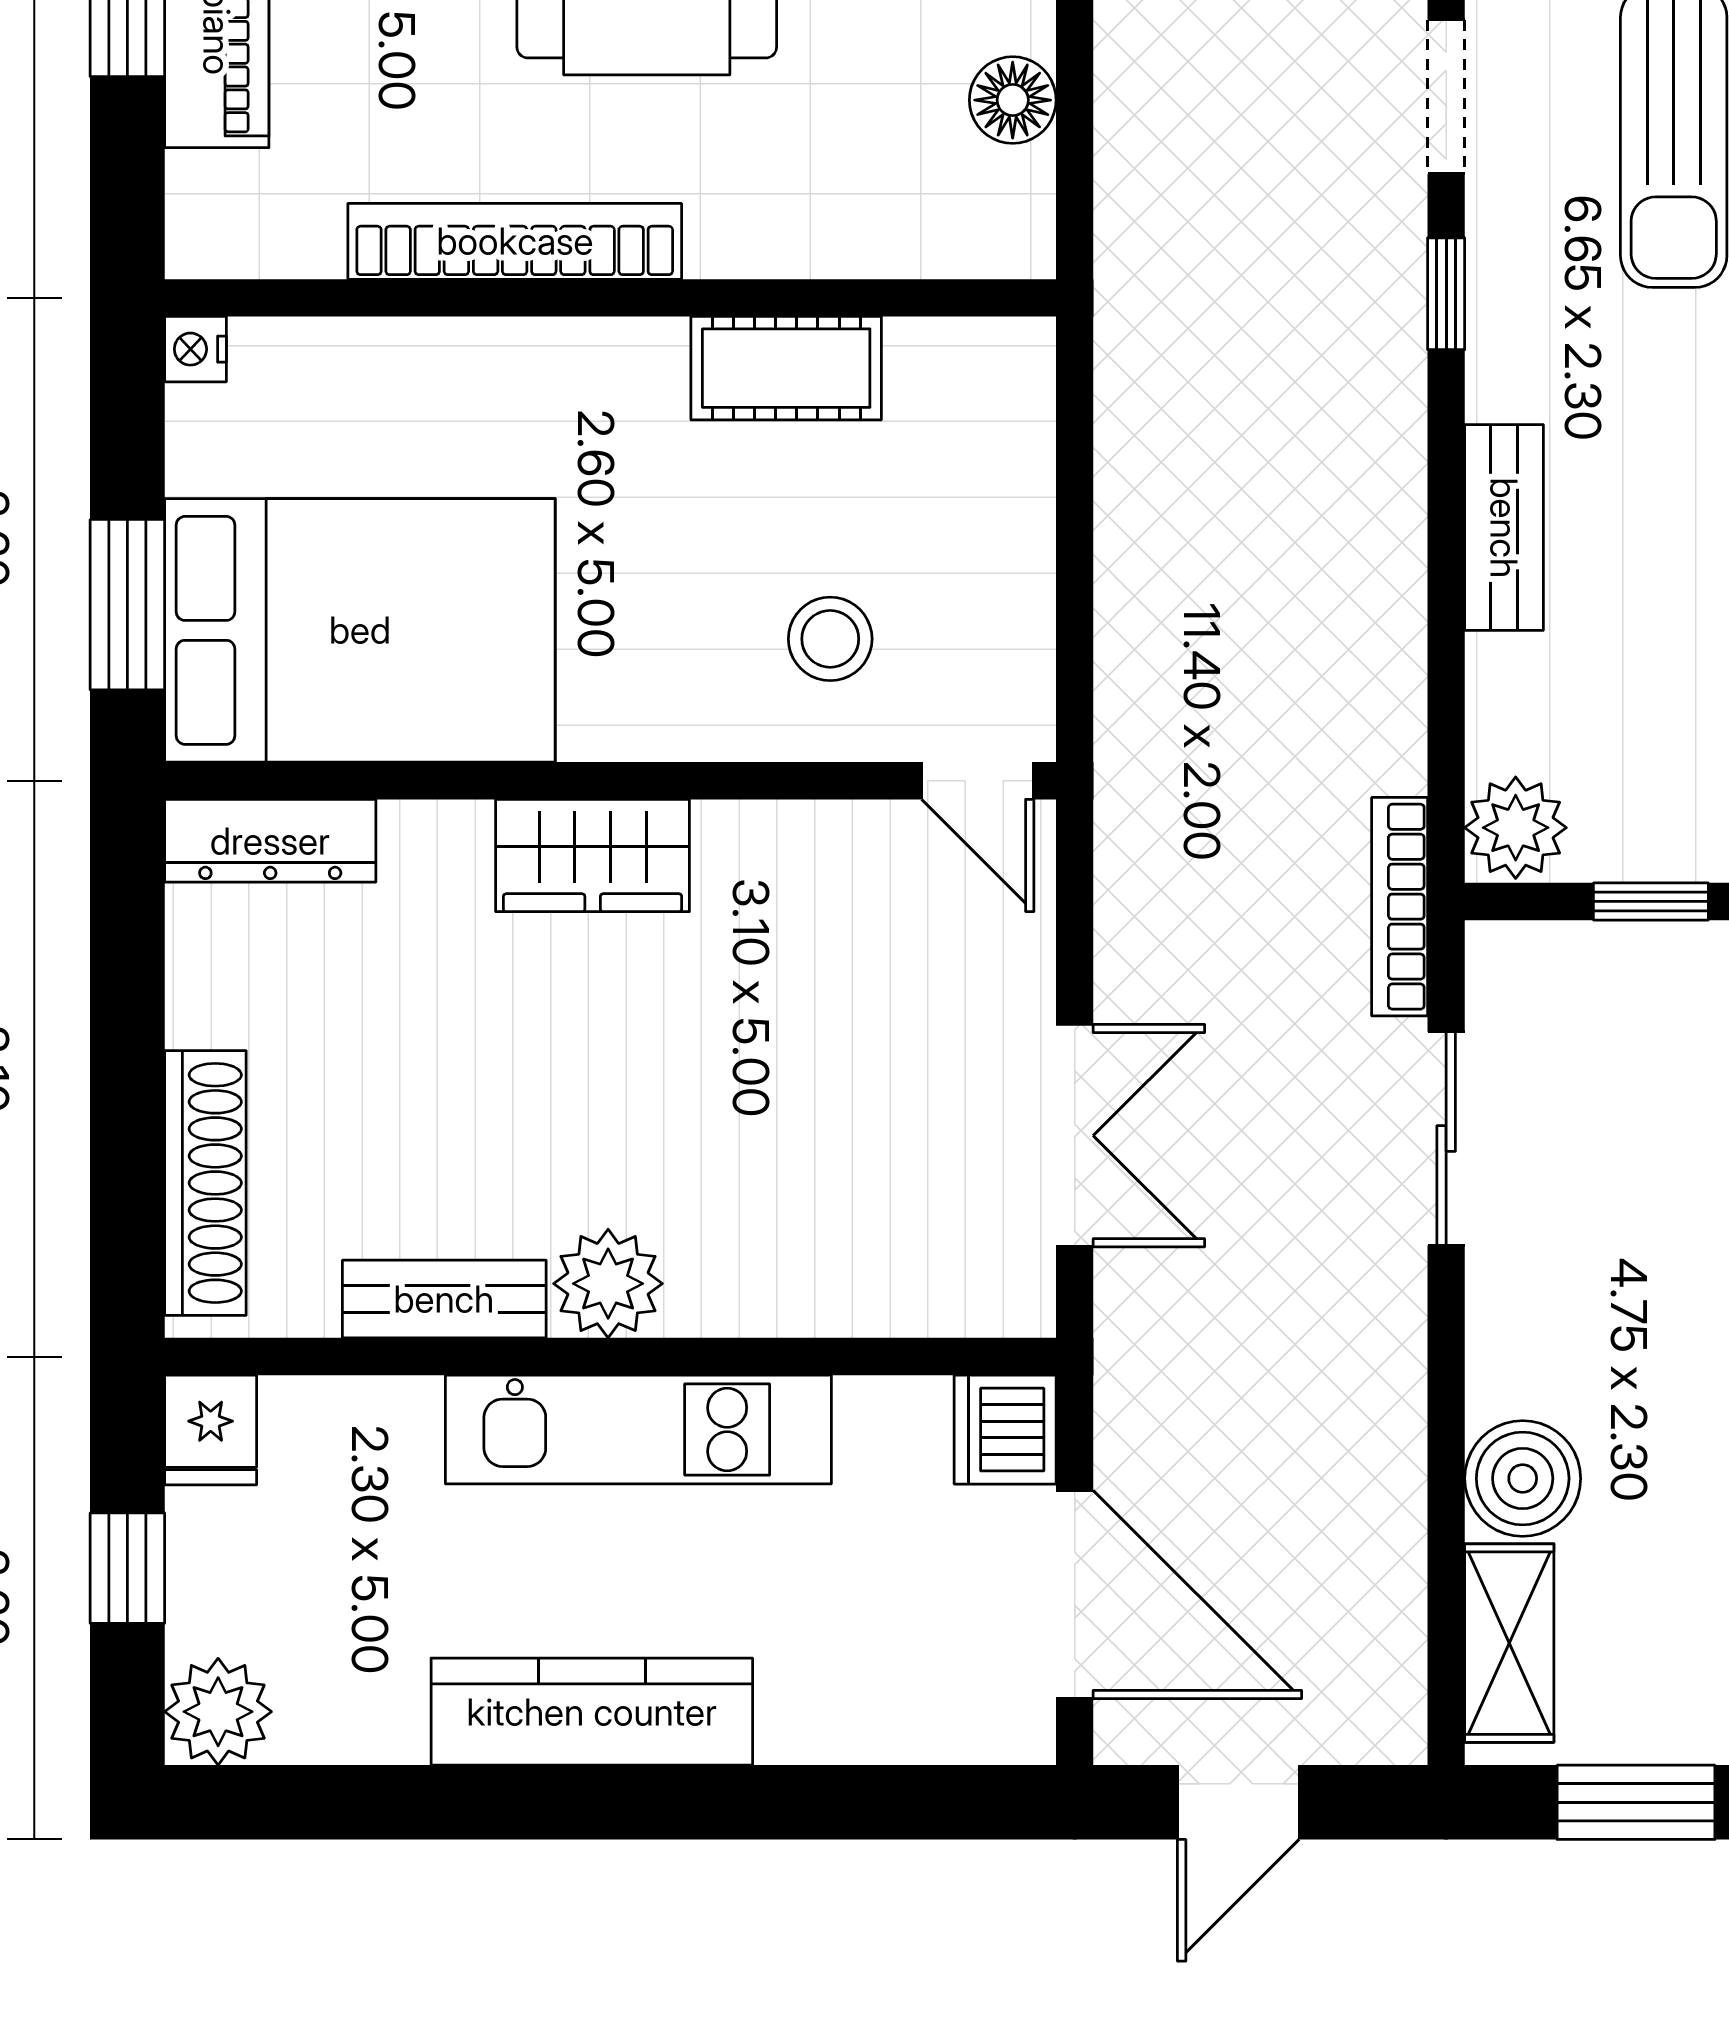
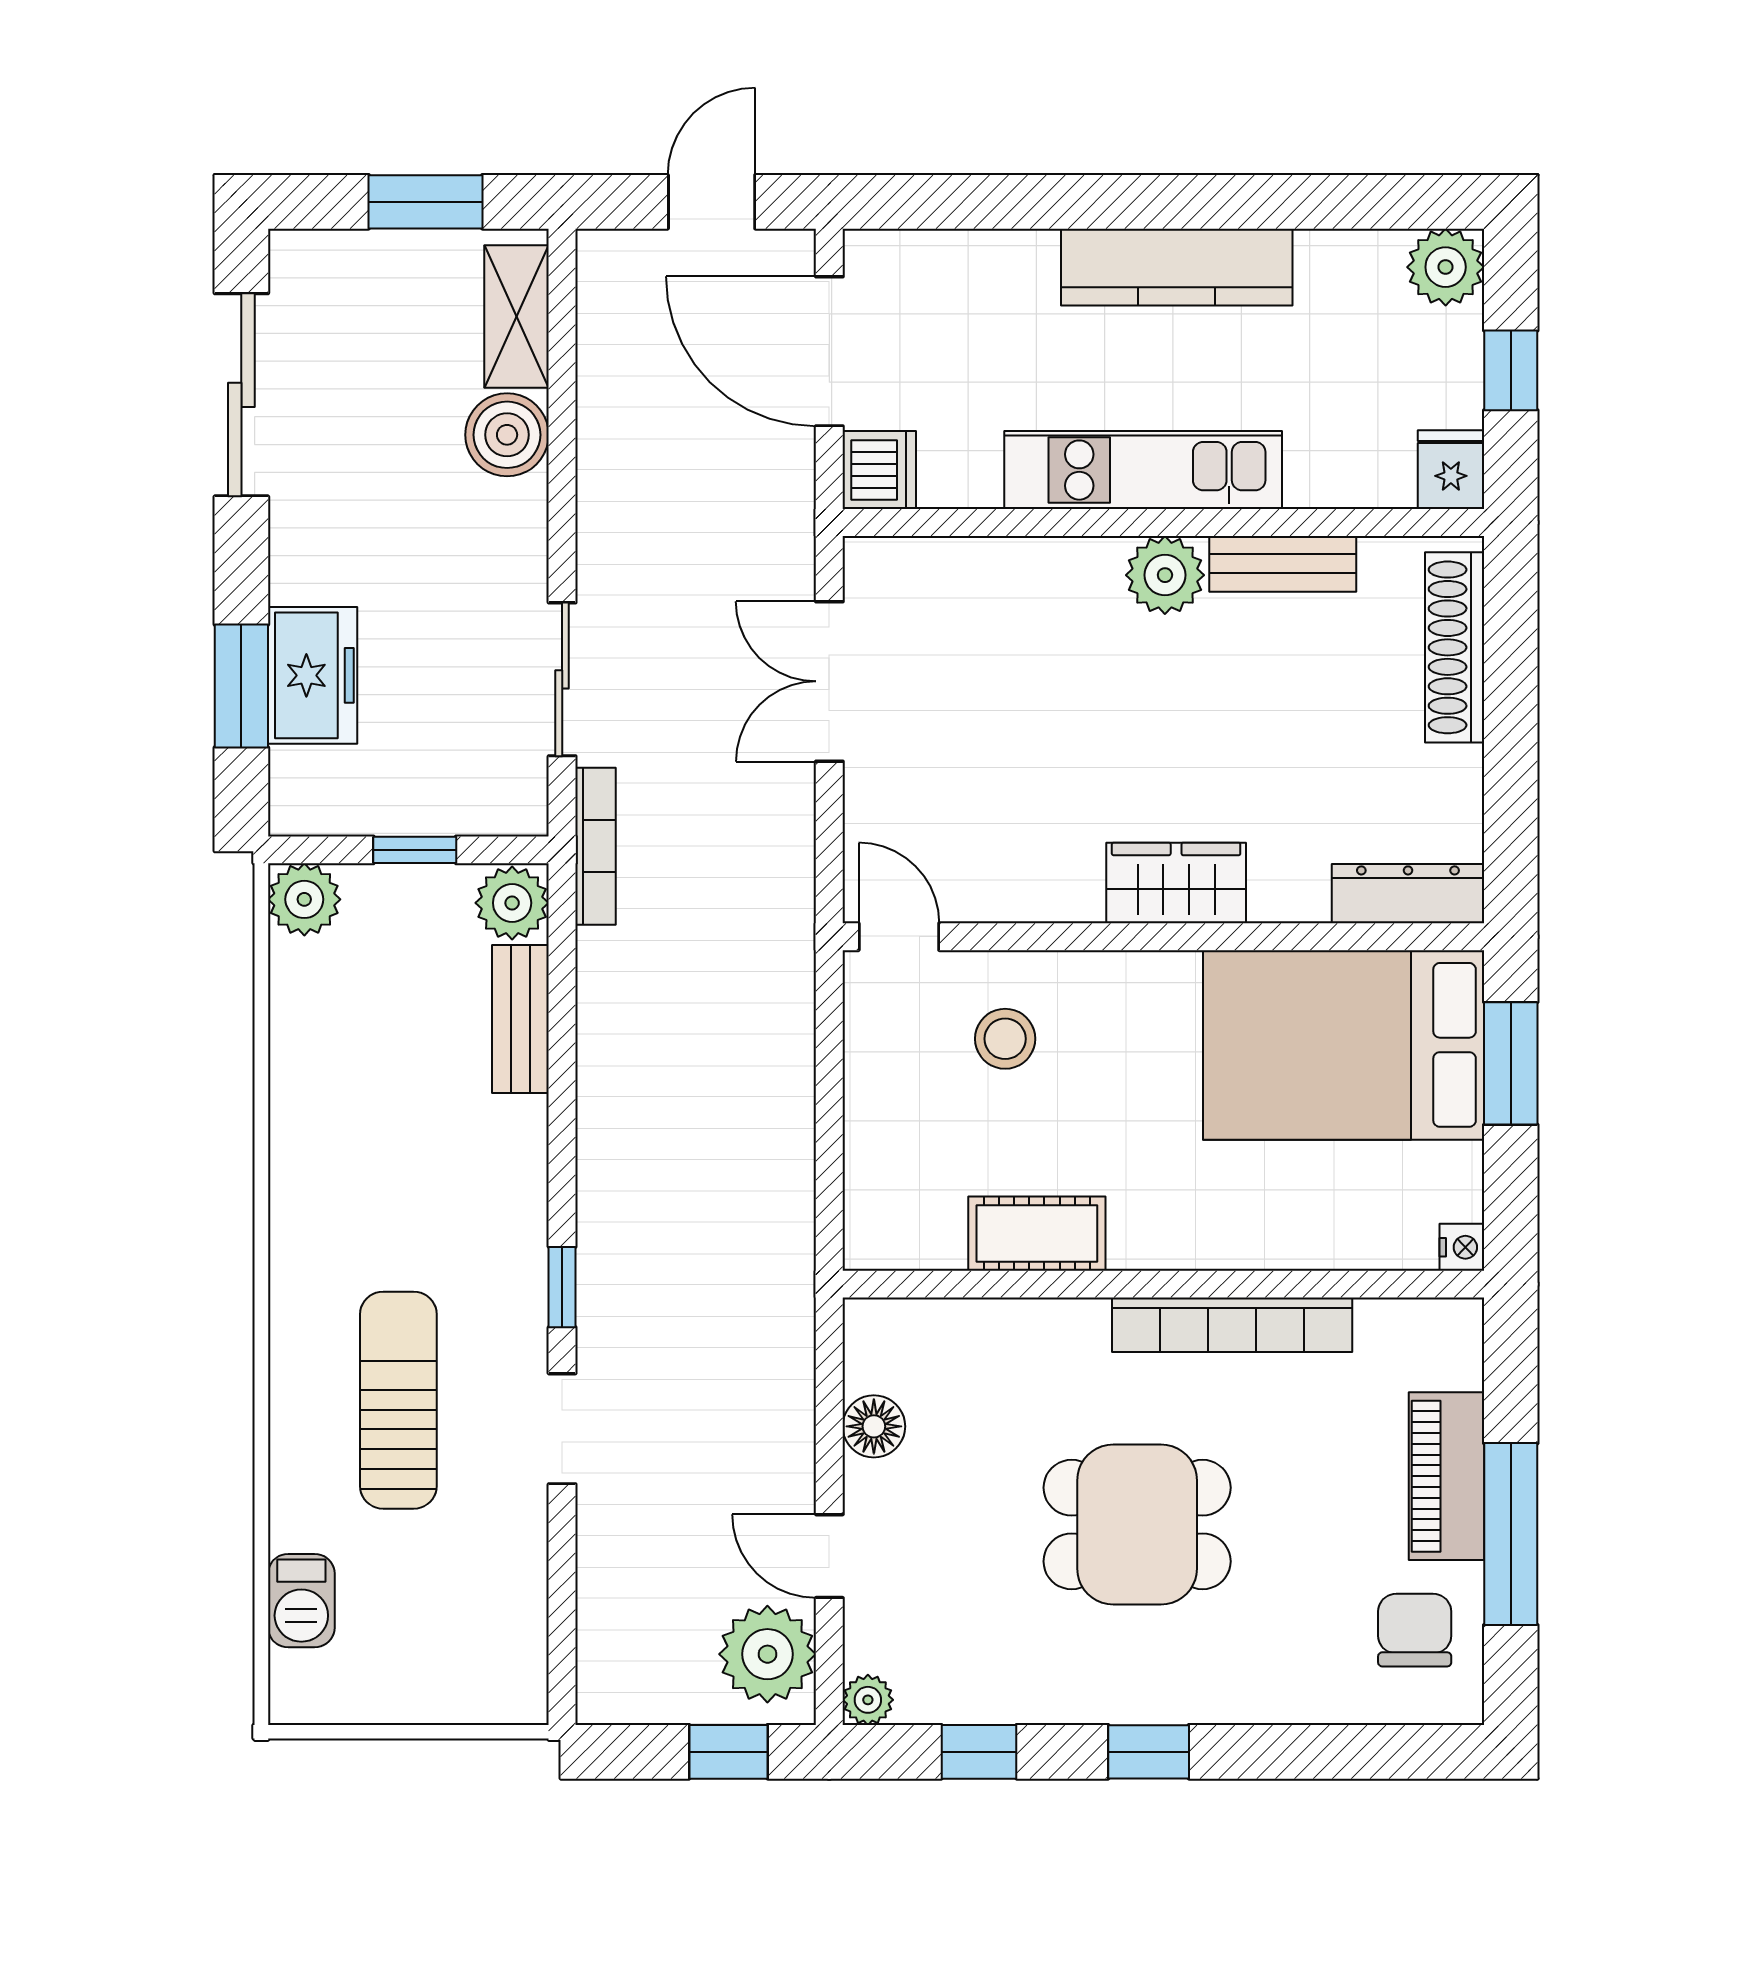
bench: (1504, 528) -> (520, 1019), moved

